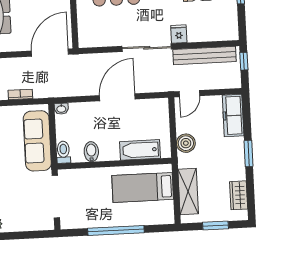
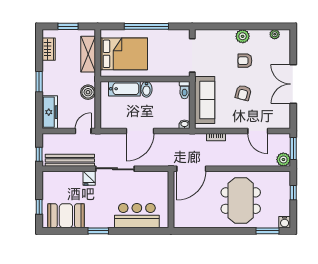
bidet: (91, 152) -> (146, 89), moved
bed: (143, 187) -> (124, 54), width x1.50

